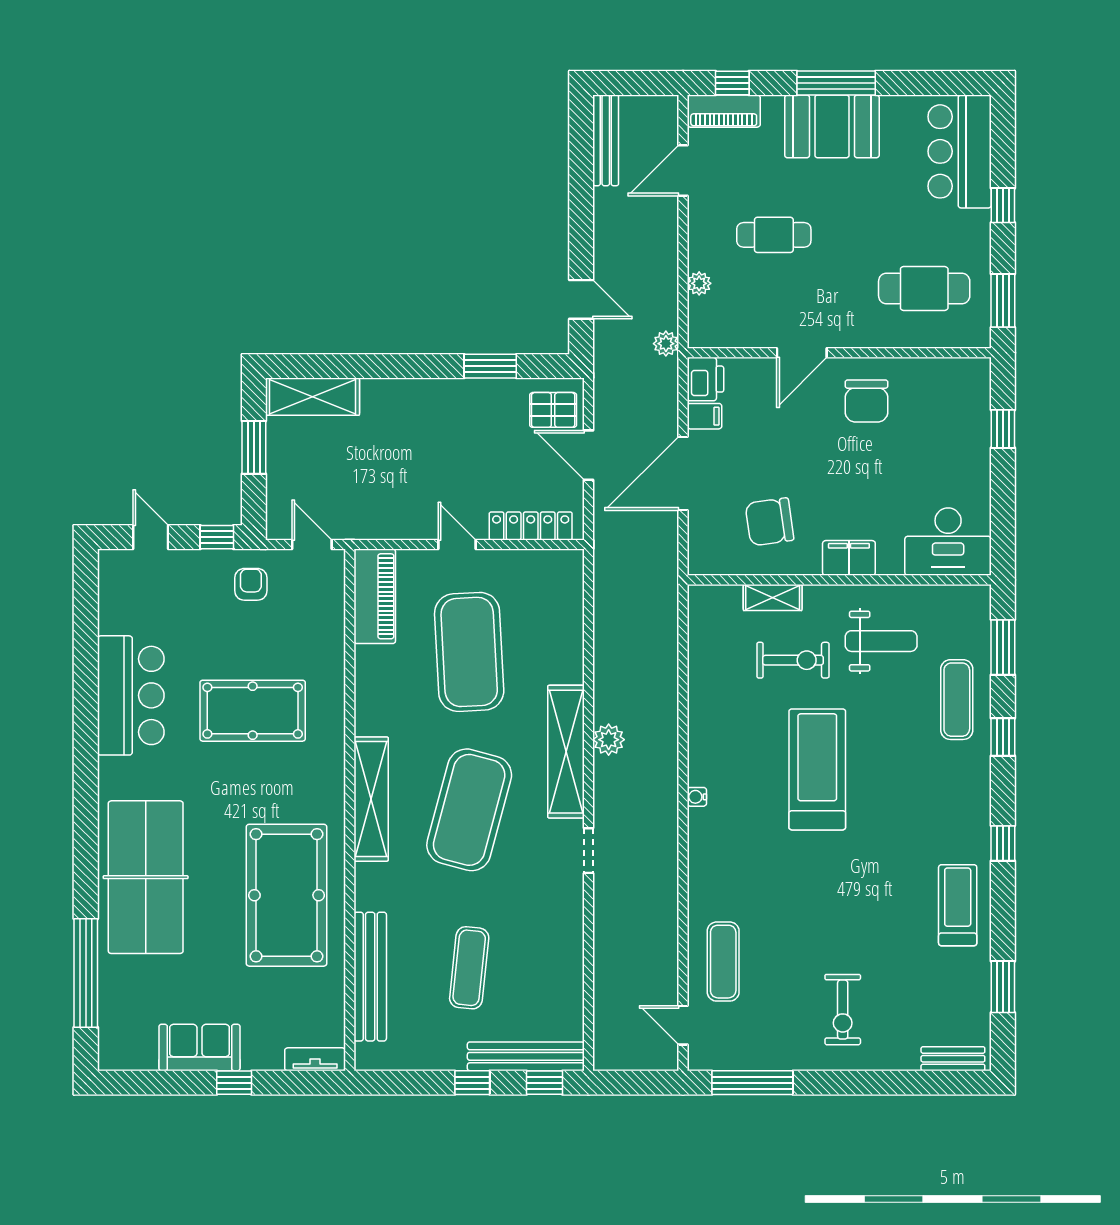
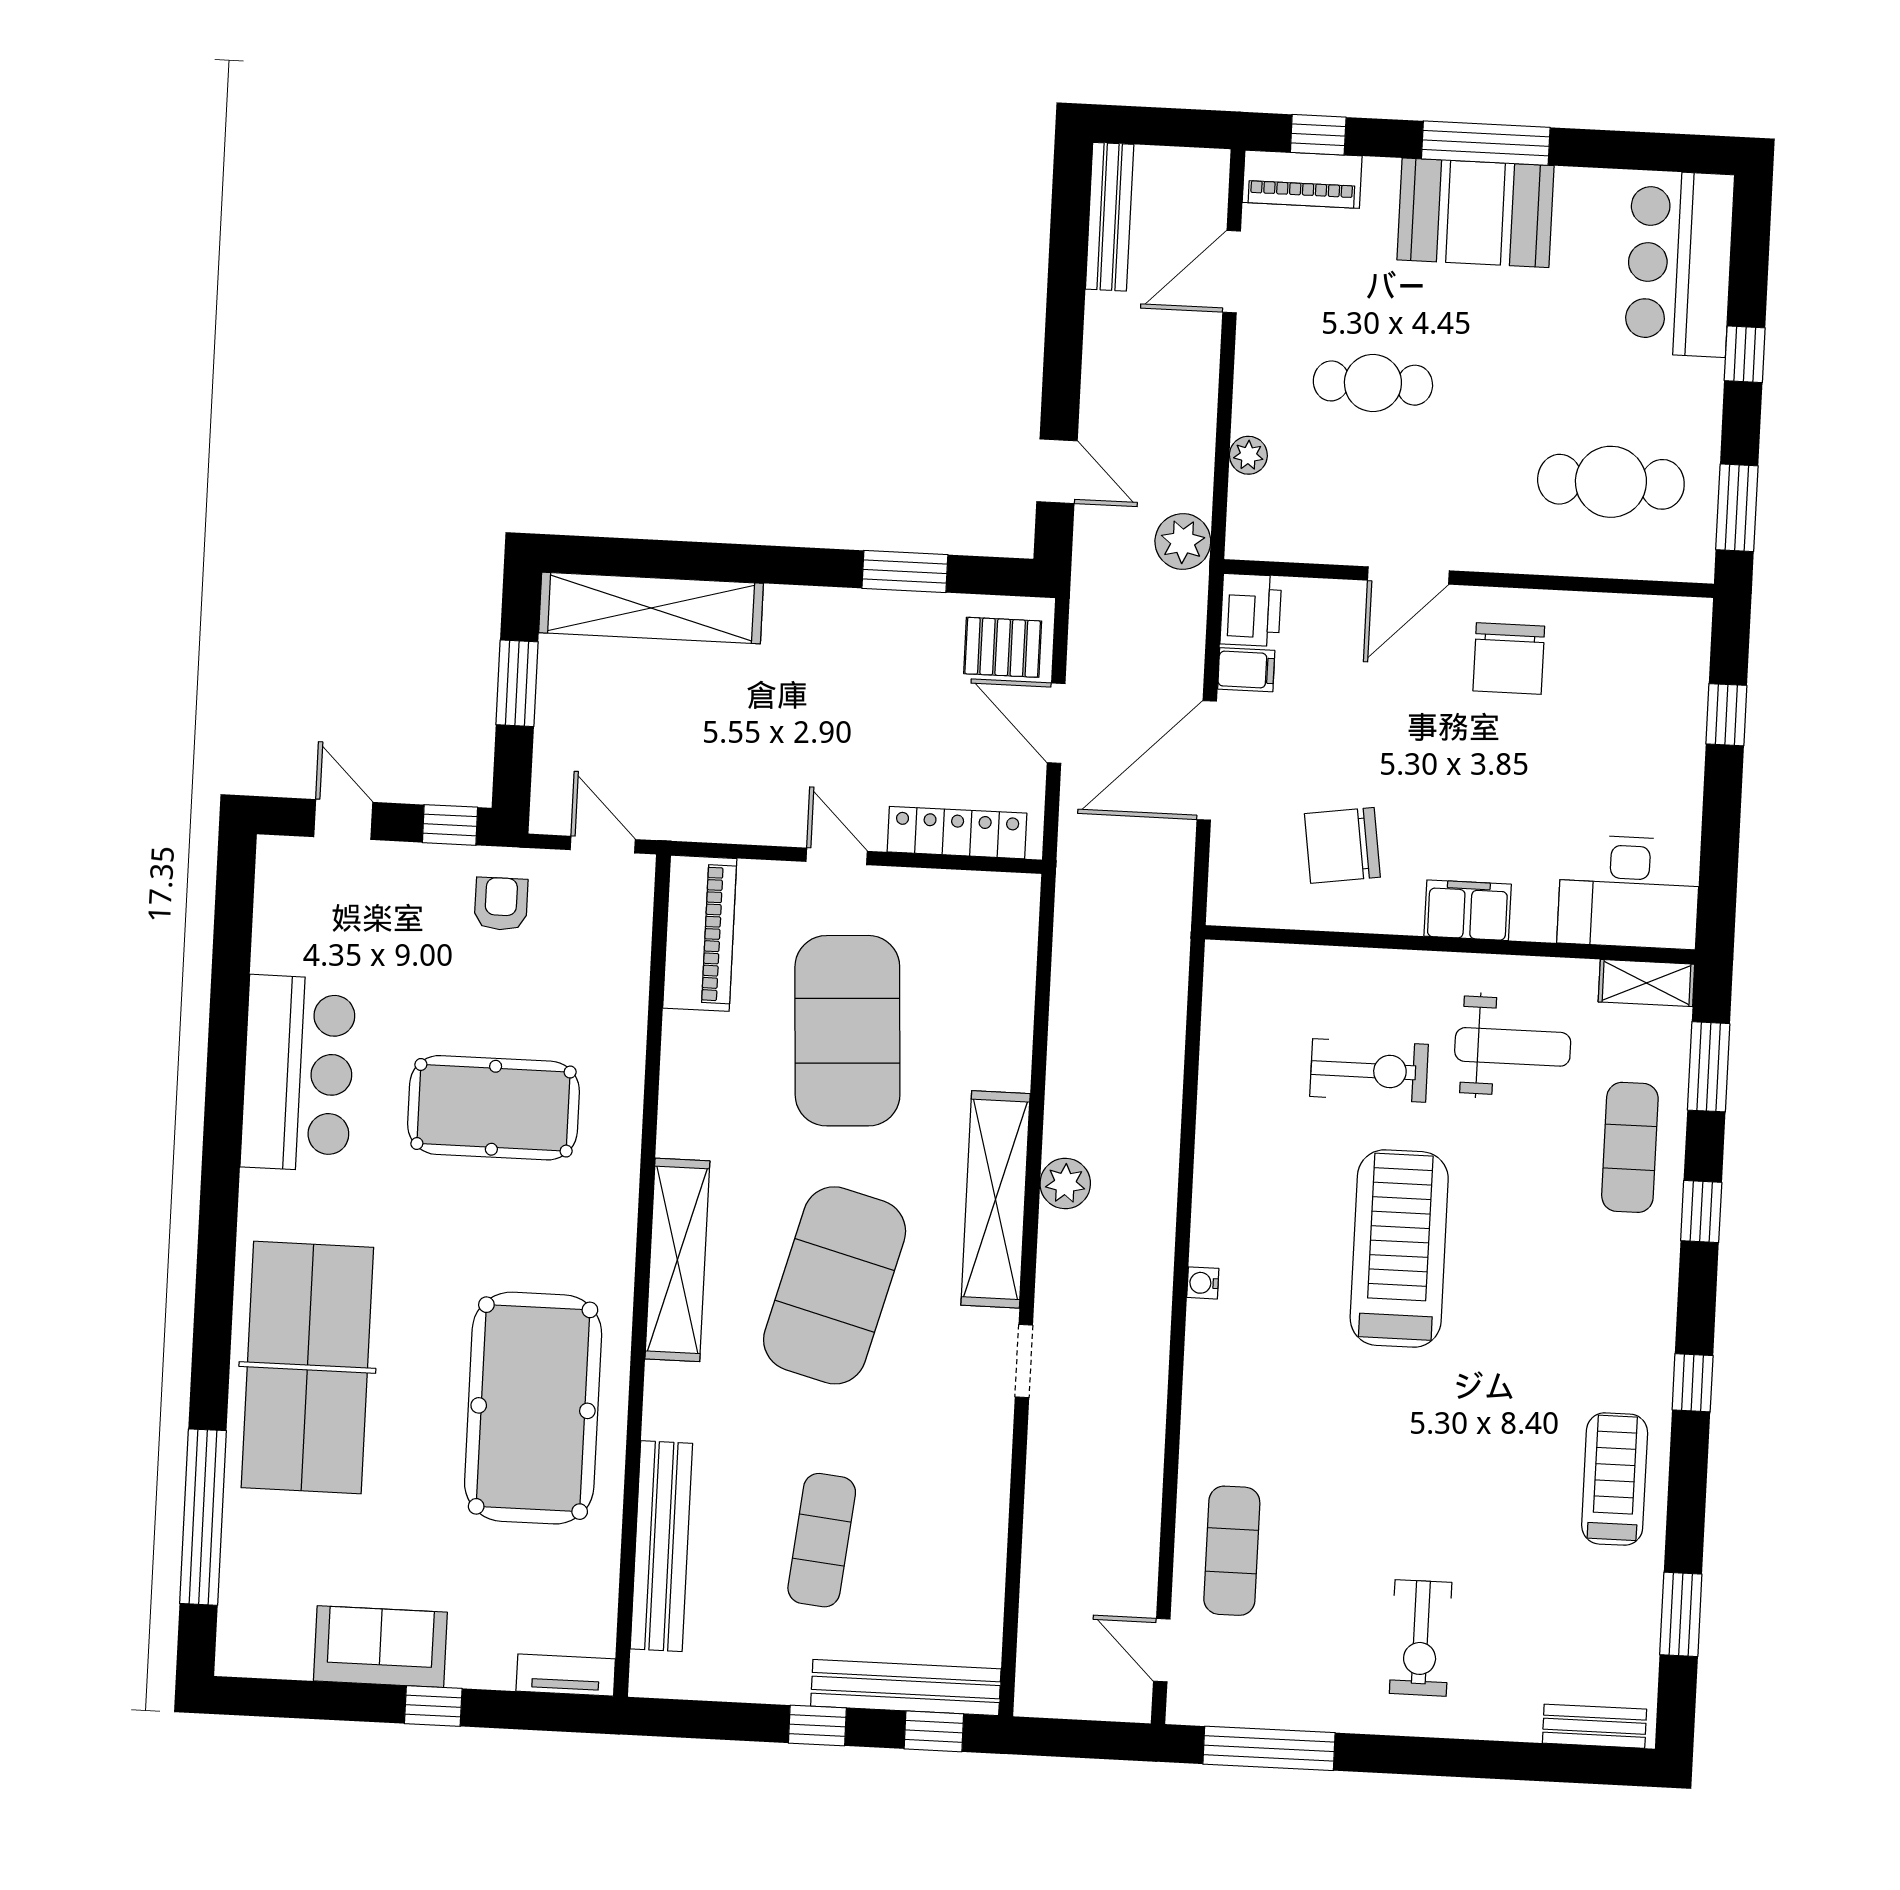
plant: (666, 344) -> (1183, 541), width x1.38, depth x1.38
shelving: (313, 397) -> (651, 608), width x1.47
shelving: (773, 597) -> (1646, 983), moved

